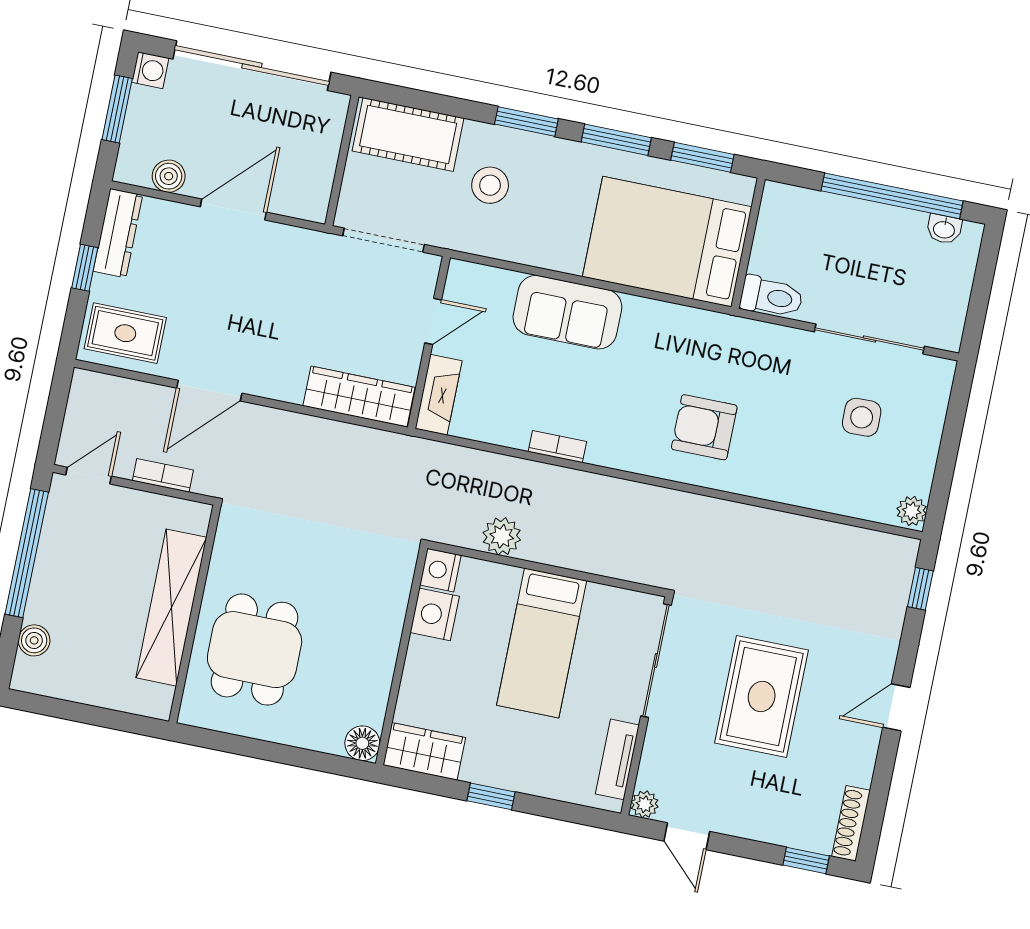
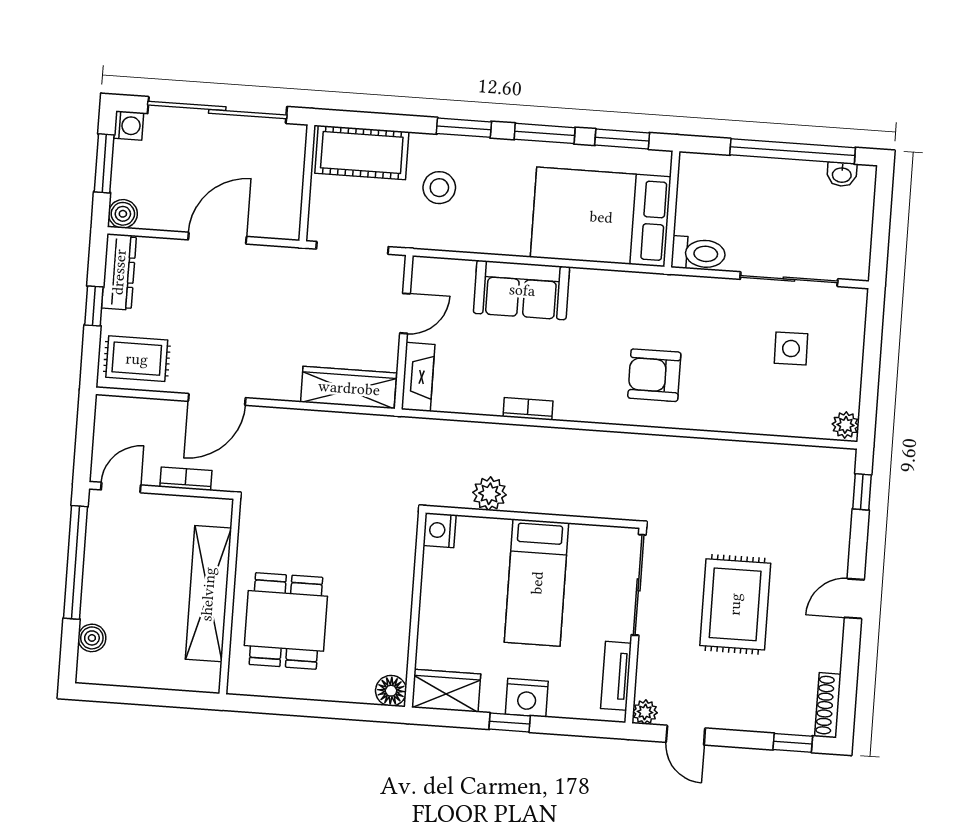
boiler: (169, 176) -> (123, 214), moved
nightstand: (435, 614) -> (527, 698), moved, turned -90

